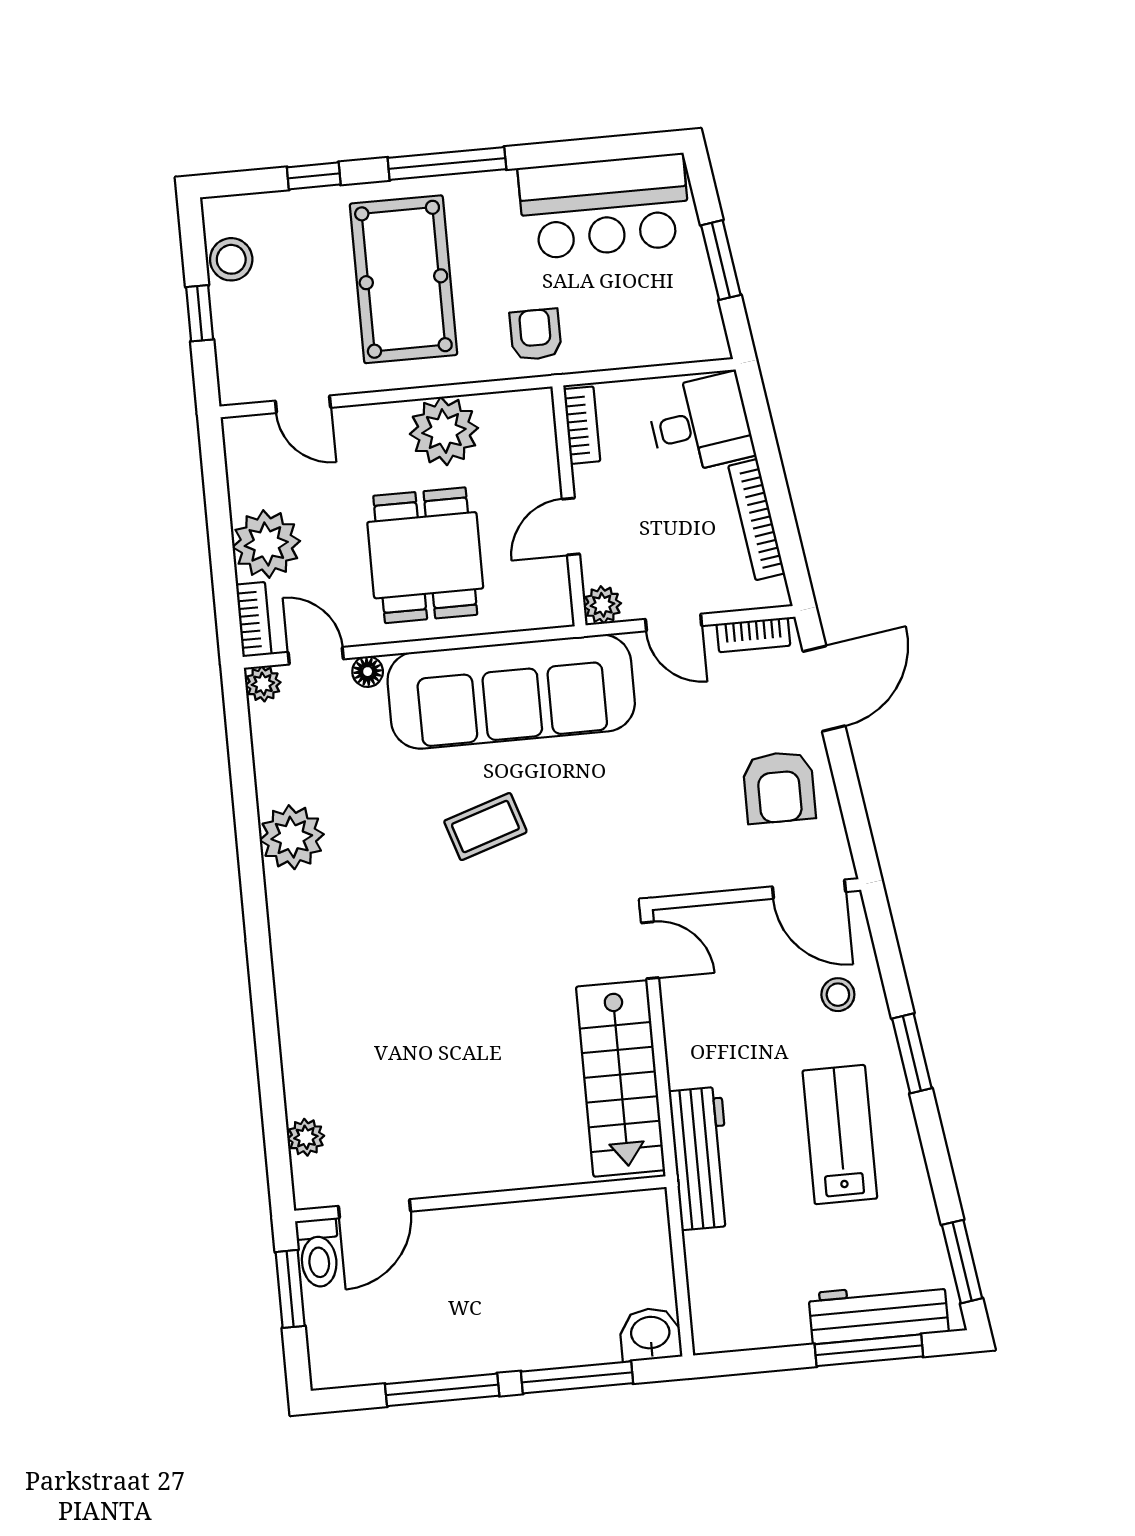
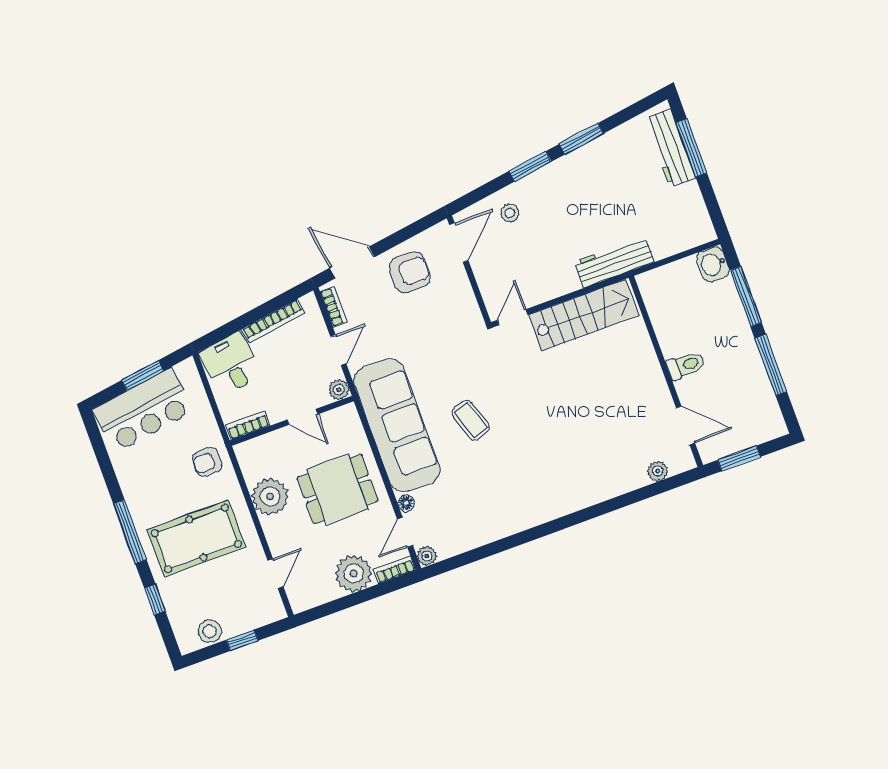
bar counter: (604, 206) -> (143, 410), moved, turned 82
plant: (292, 837) -> (503, 520), removed
lab bench: (840, 1135) -> (583, 193), removed
toilet: (318, 1253) -> (686, 365), moved
window: (962, 1262) -> (581, 139), moved

